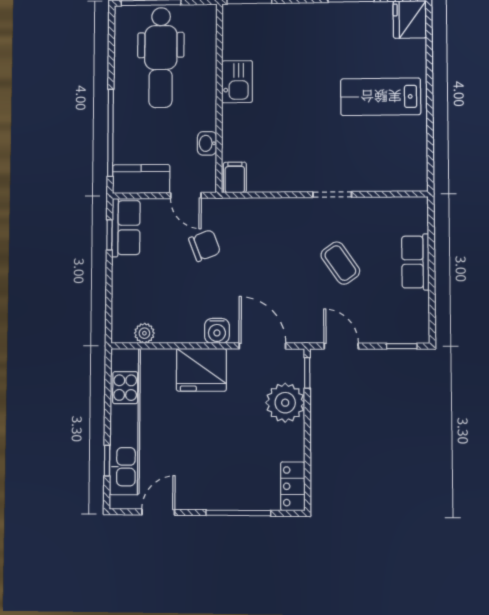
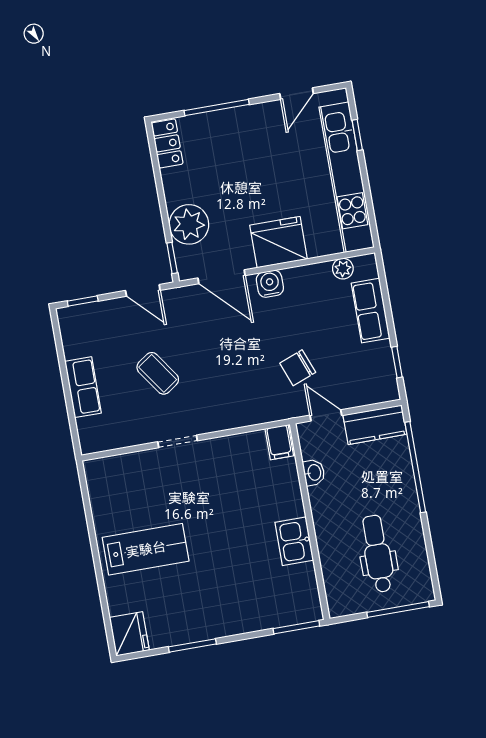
dental chair: (161, 57) -> (378, 554), width x0.73, depth x0.72
row of seats: (126, 228) -> (371, 311), moved

